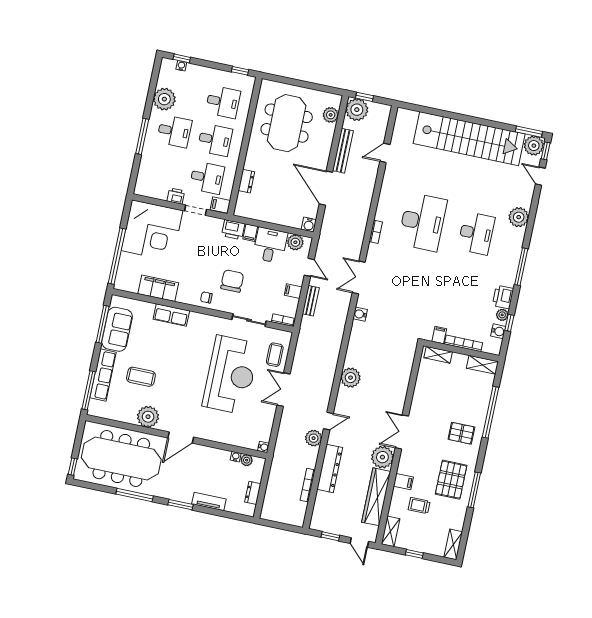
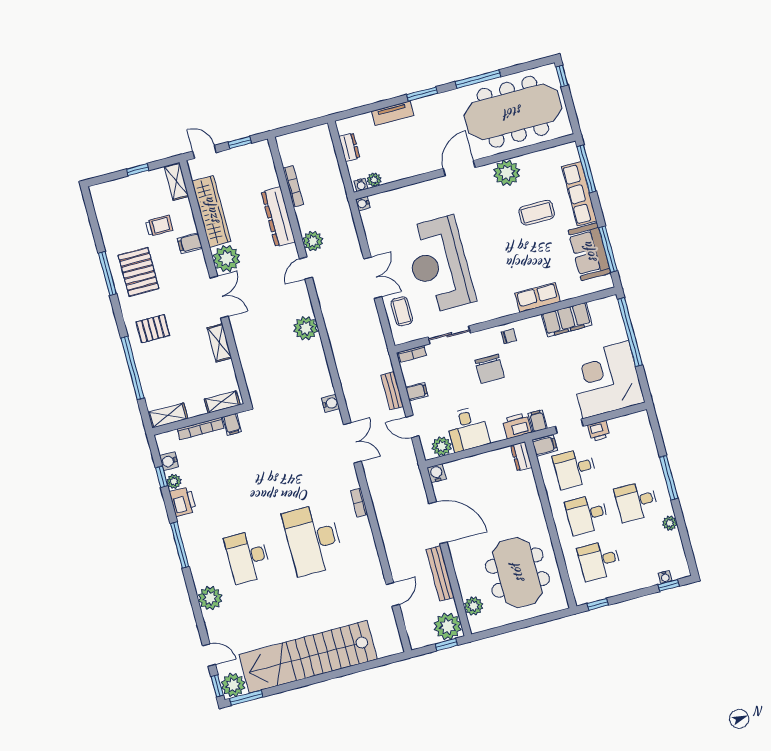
plant: (164, 99) -> (670, 523), width x0.53, depth x0.53
dresser: (246, 181) -> (521, 456), moved
filing cabinet: (250, 233) -> (538, 421), moved
water cooler: (236, 457) -> (361, 185), moved
shelving: (453, 544) -> (219, 343), moved

